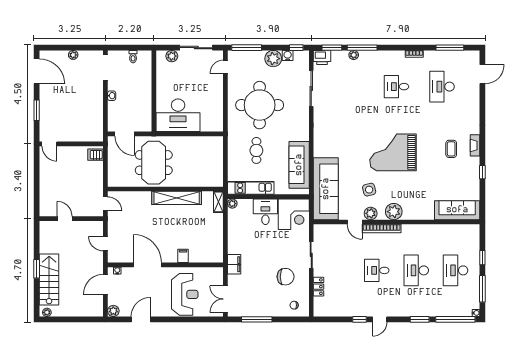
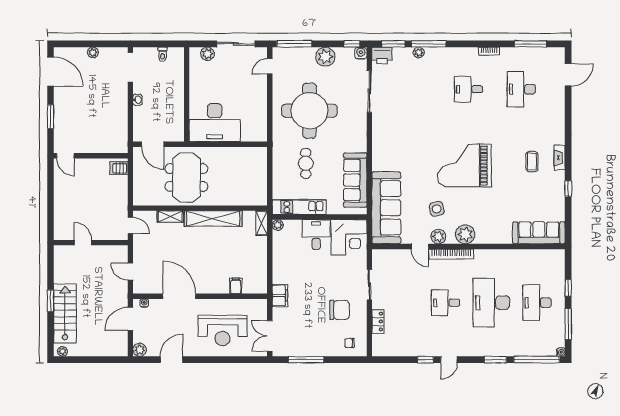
water cooler: (288, 56) -> (361, 53), moved
shelving: (140, 196) -> (170, 216), added
filing cabinet: (183, 256) -> (236, 286), moved
desk: (416, 270) -> (491, 303), width x1.36, depth x1.30
reception desk: (185, 294) -> (223, 331), turned 90

